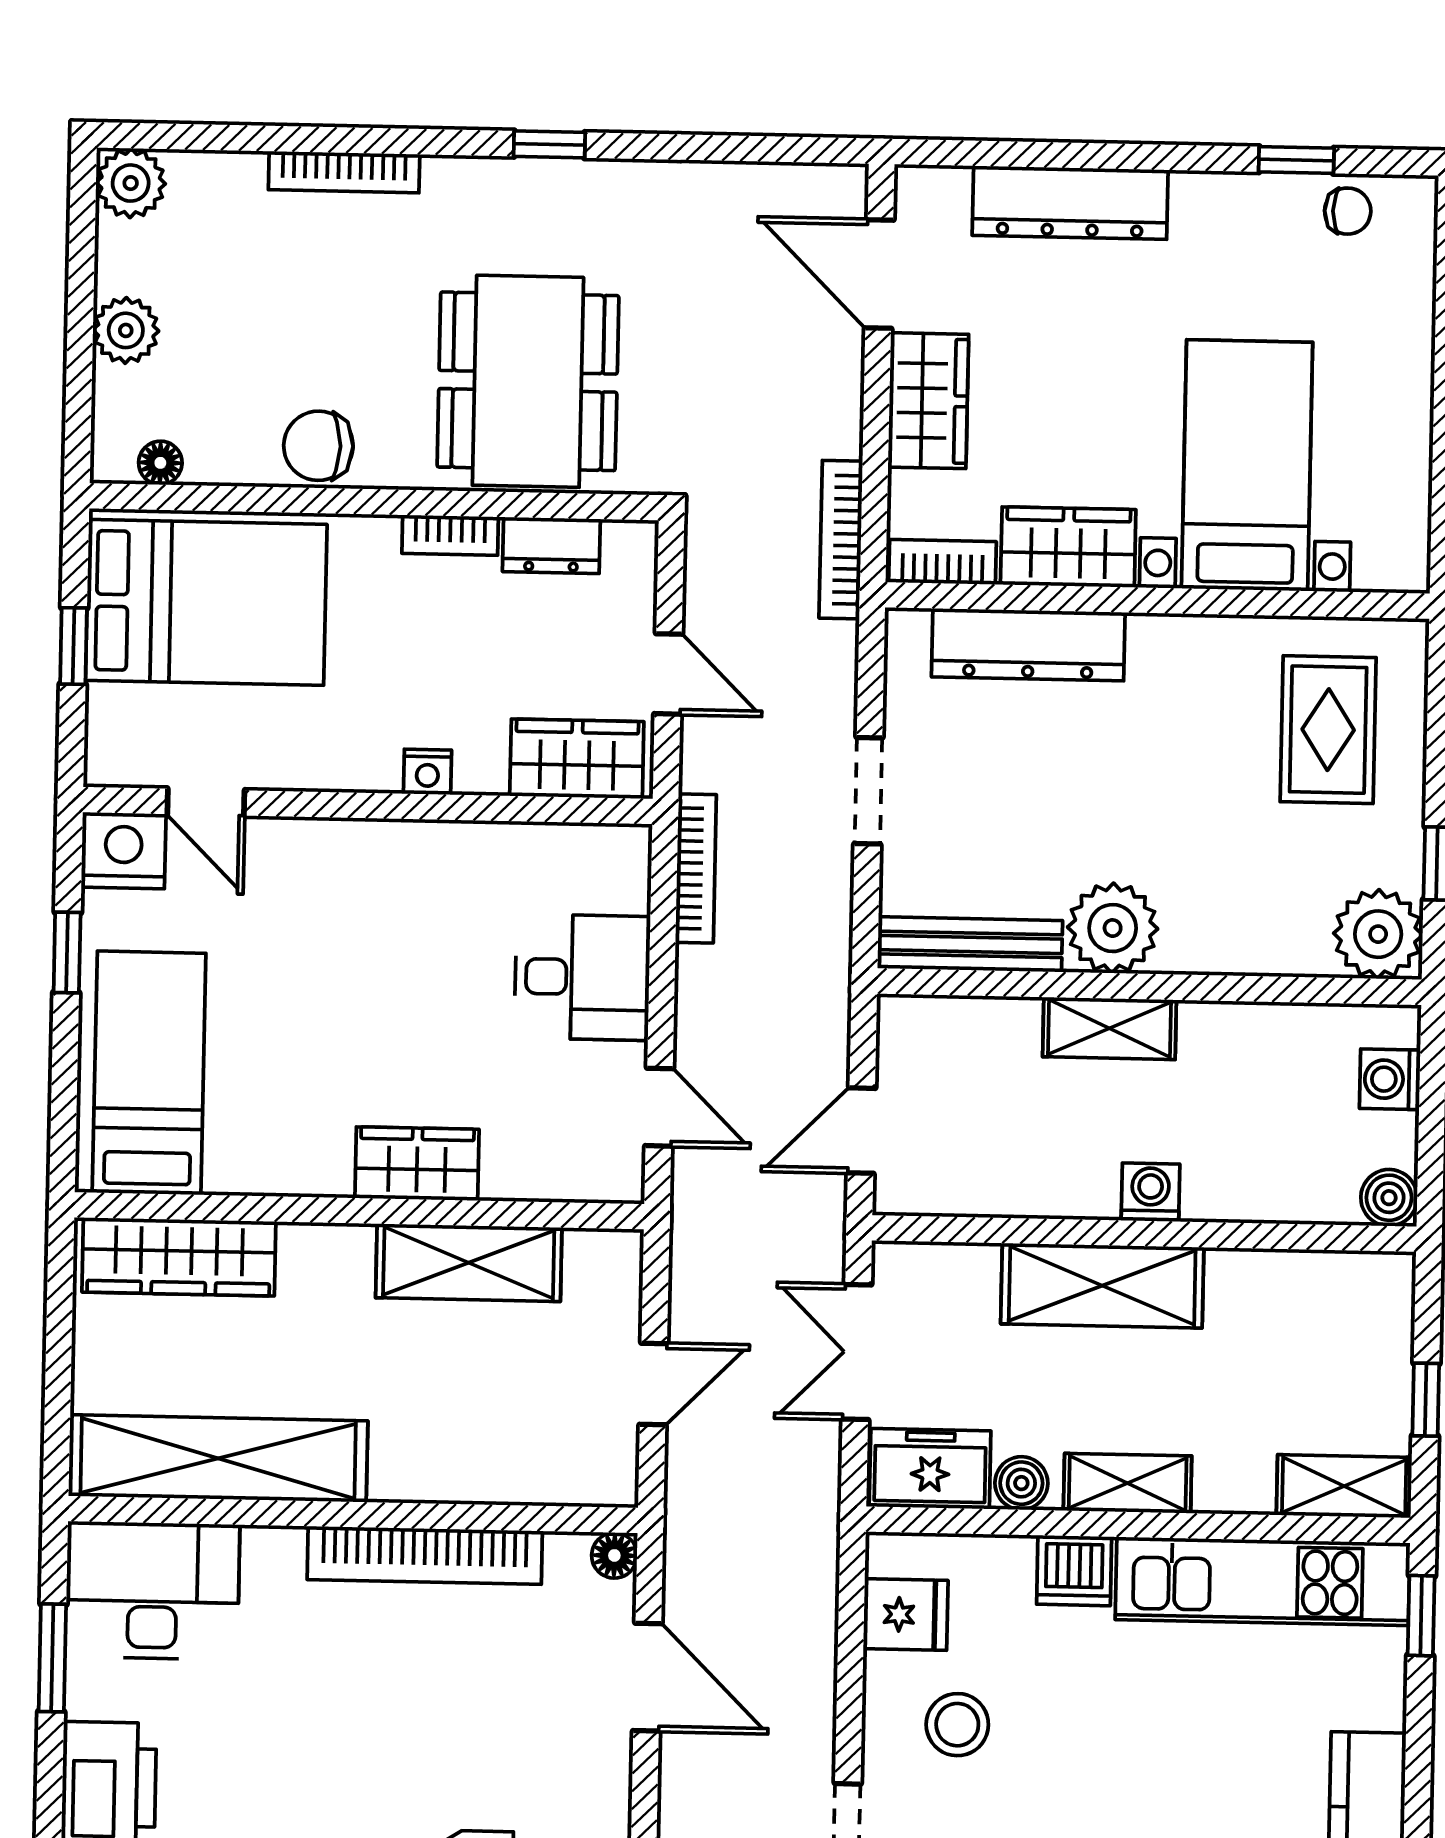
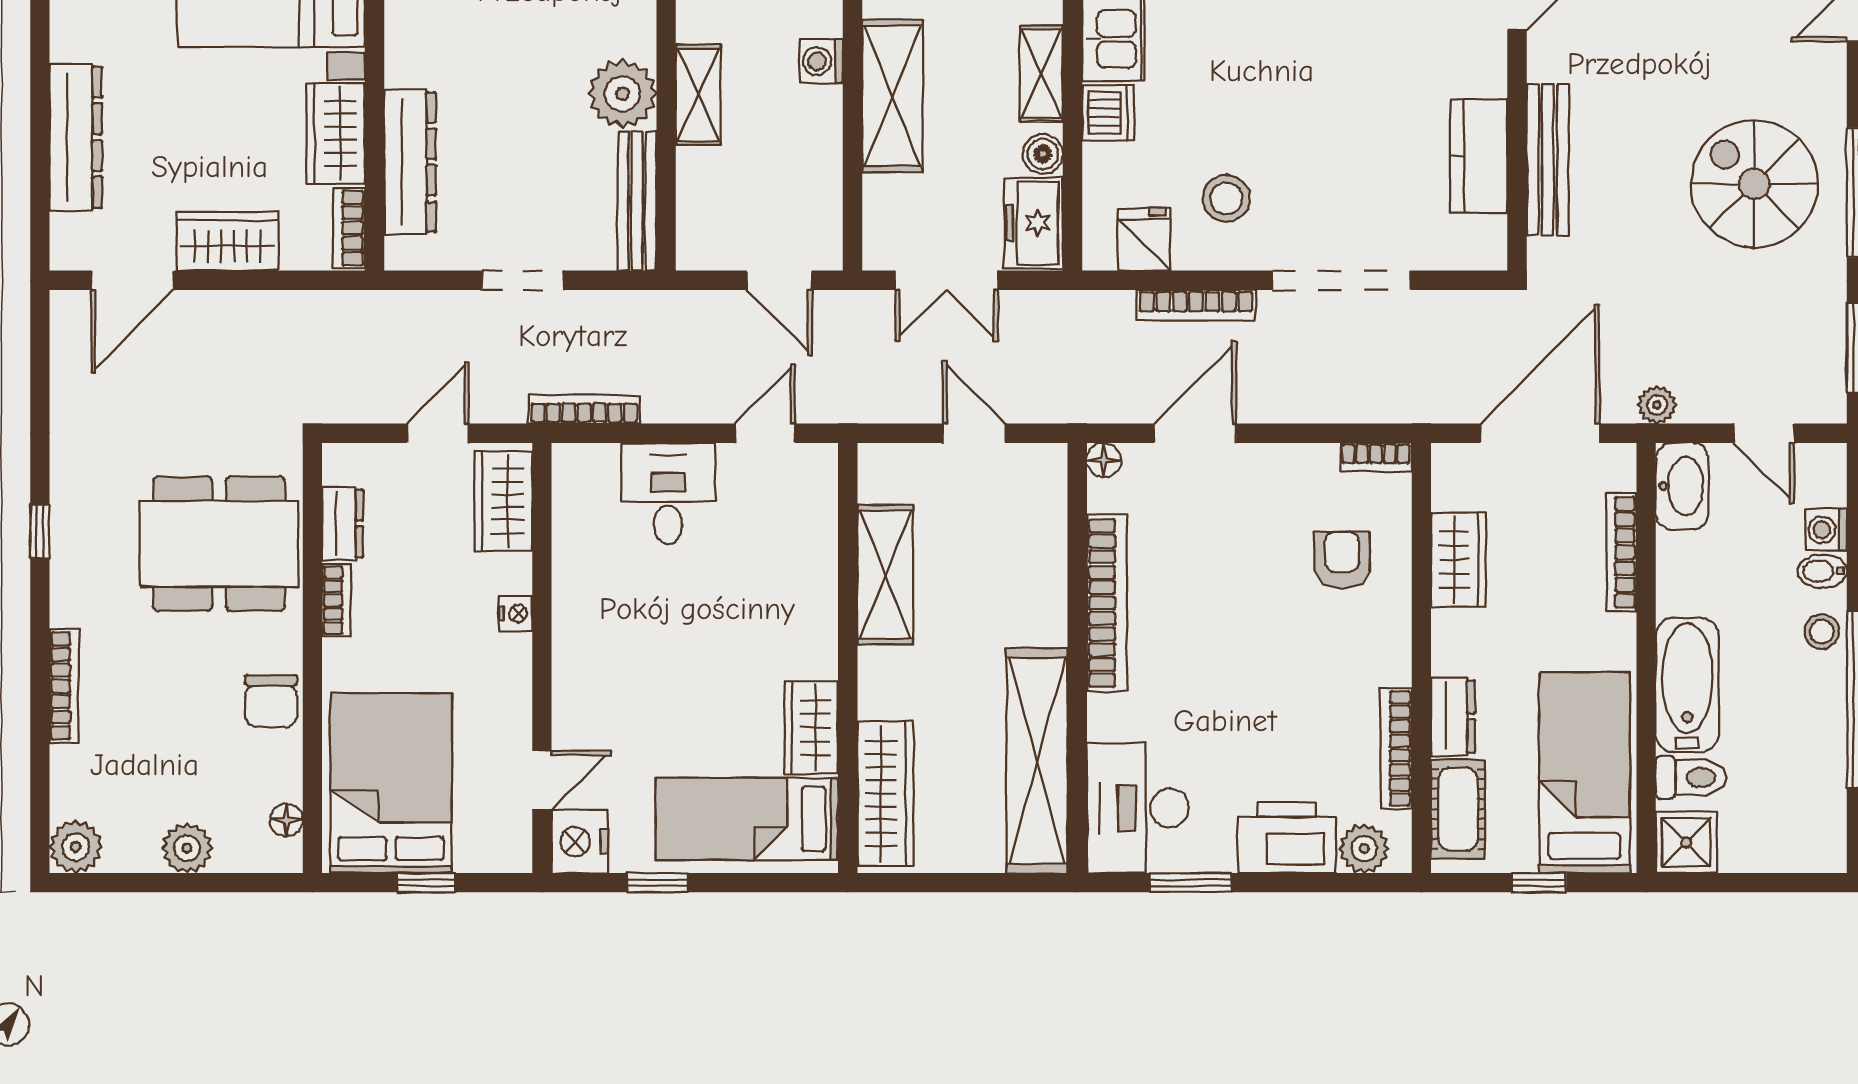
bookcase: (841, 540) -> (1196, 305), moved
wardrobe: (417, 1164) -> (811, 728), moved

